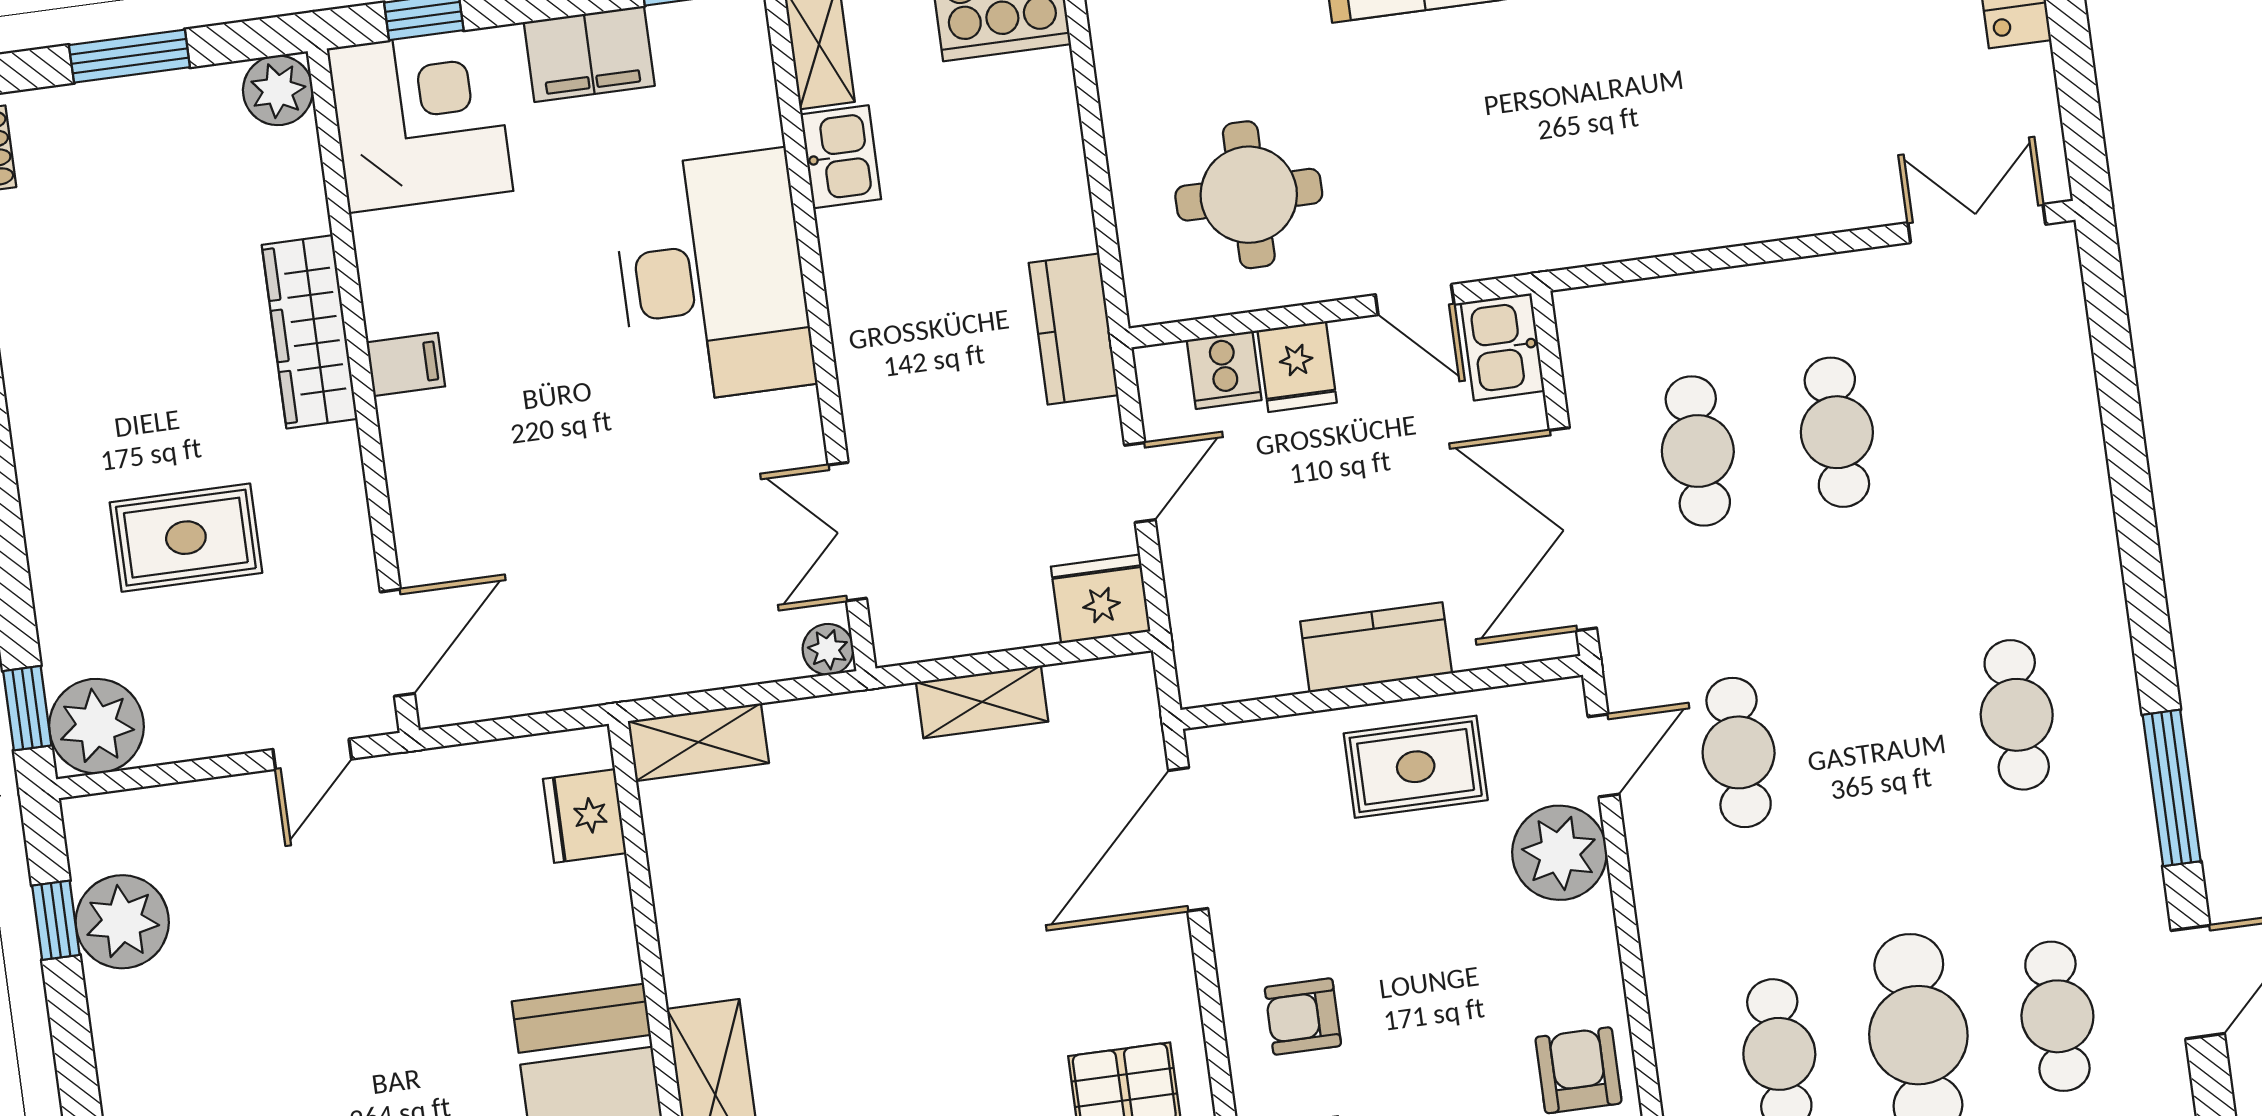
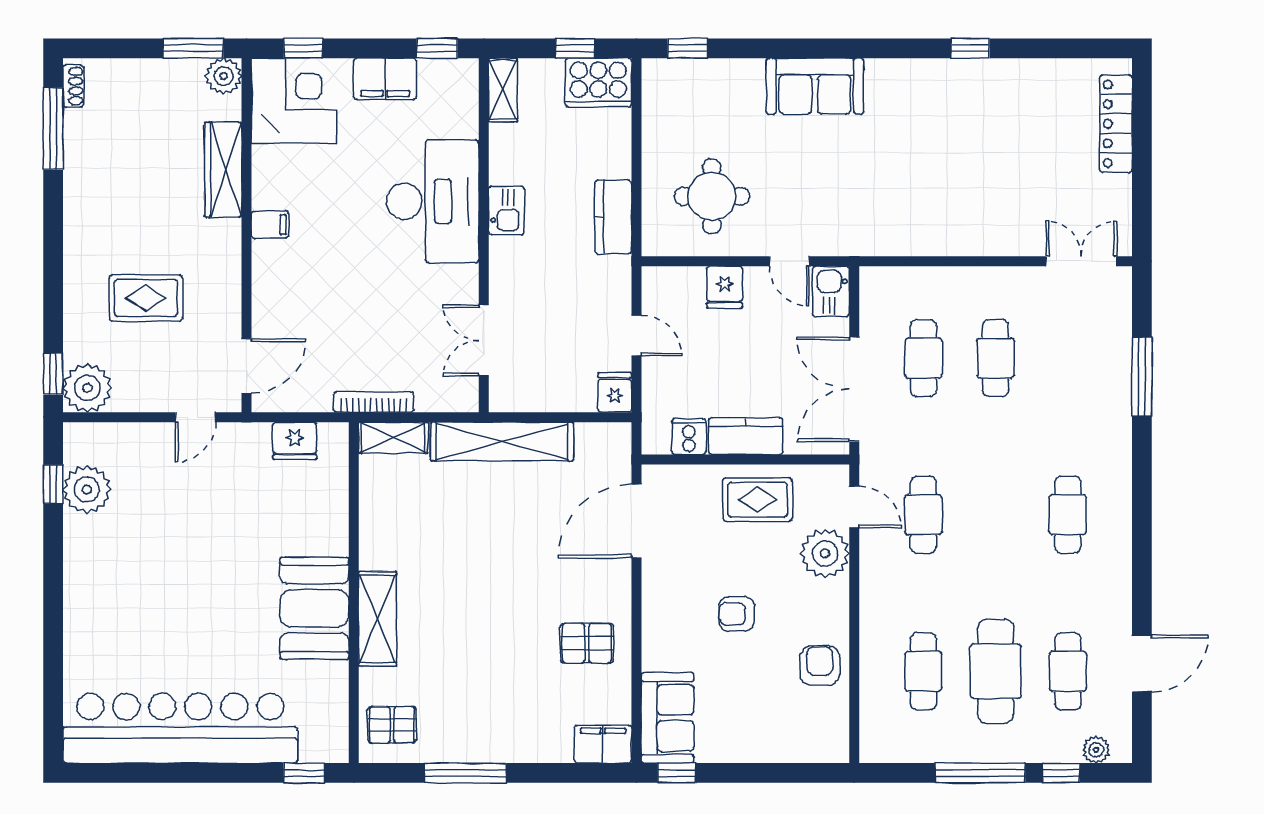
window: (129, 56) -> (193, 48), moved
kitchen sink: (841, 157) -> (506, 210), moved
kitchen counter: (1074, 329) -> (613, 217), moved
wardrobe: (310, 332) -> (223, 170), moved
cooker: (1224, 370) -> (689, 437), moved, turned 180
door: (1140, 482) -> (636, 336), hinge flipped
fridge: (1101, 599) -> (615, 392), width x0.72
plant: (828, 649) -> (466, 399), removed
bookcase: (651, 679) -> (374, 402), added
shelving: (982, 702) -> (502, 441), width x2.20, depth x1.33
door: (1604, 756) -> (854, 507), hinge flipped
window: (2172, 788) -> (1142, 376), moved
fridge: (585, 816) -> (295, 441), moved, turned -90
armchair: (1303, 1017) -> (737, 614), moved

